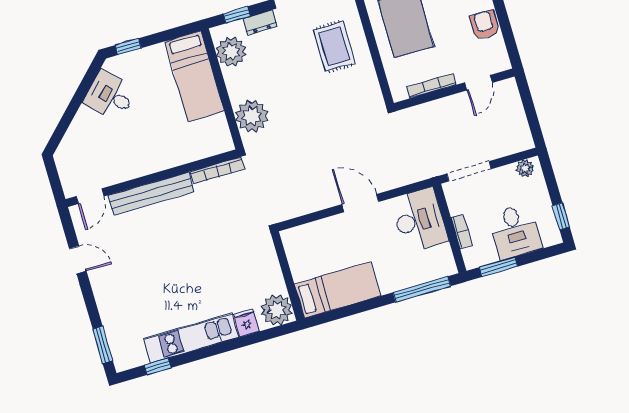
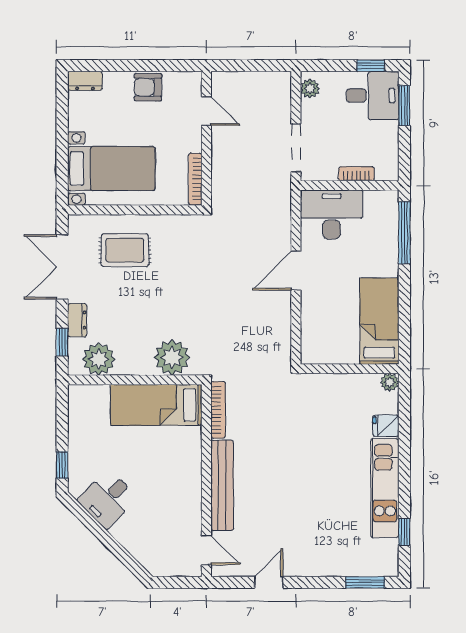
bed: (194, 76) -> (156, 405), moved, turned 180
bookcase: (432, 86) -> (195, 179), moved
desk: (515, 231) -> (373, 96), moved
window: (498, 267) -> (404, 106), moved
plant: (277, 310) -> (390, 382), width x0.53, depth x0.53

